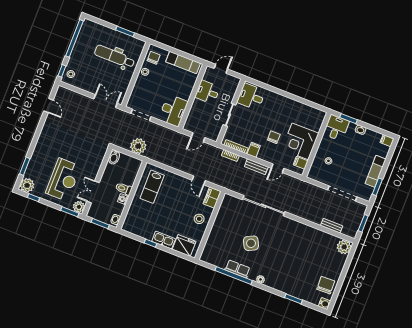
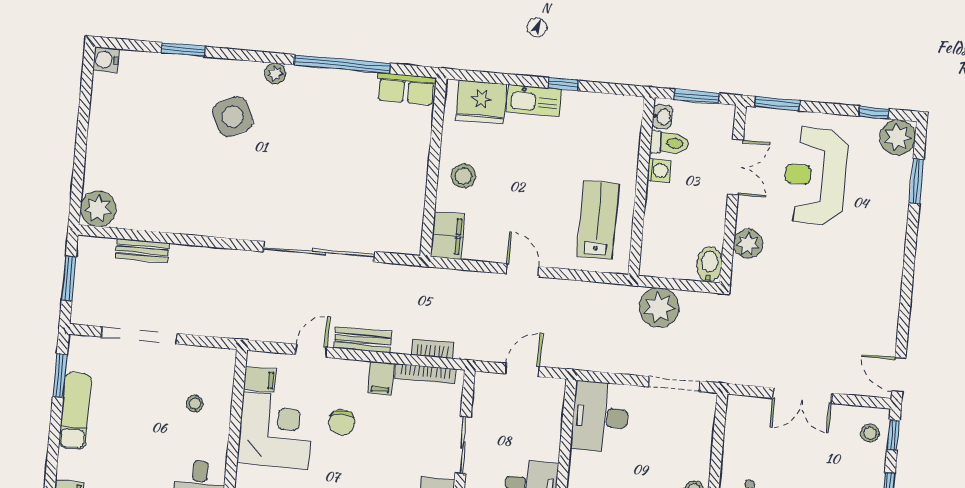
double door: (105, 101) -> (802, 396), moved
door: (48, 106) -> (899, 375), moved
door: (199, 180) -> (522, 270), moved
toilet: (124, 189) -> (669, 143), moved
plant: (79, 207) -> (748, 244), moved
side table: (251, 243) -> (233, 117), moved
row of seats: (237, 269) -> (406, 89), moved
chair: (326, 285) -> (115, 105), removed

